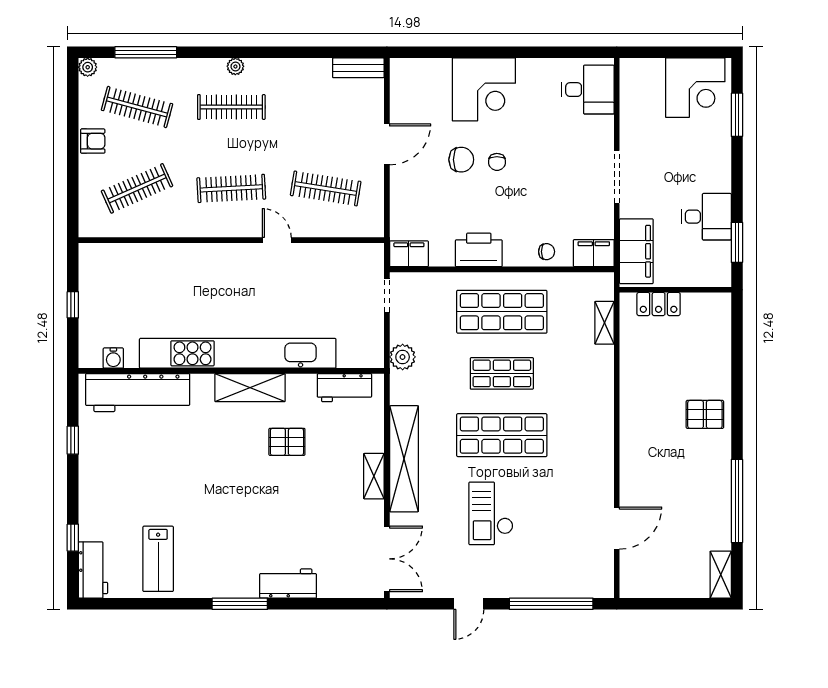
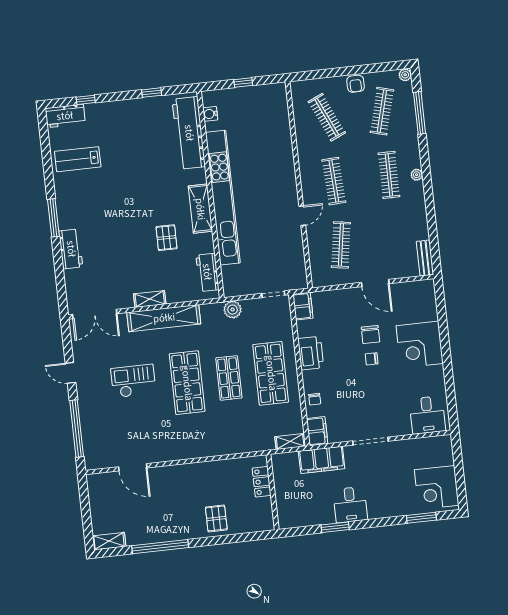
wall: (675, 290) -> (273, 492), moved
locker: (659, 304) -> (262, 482), moved
shelving: (604, 323) -> (290, 442), moved

